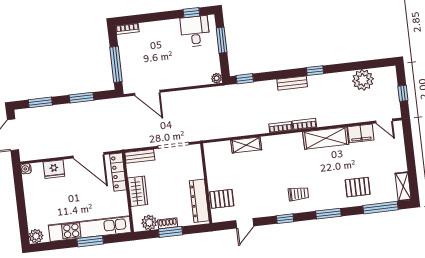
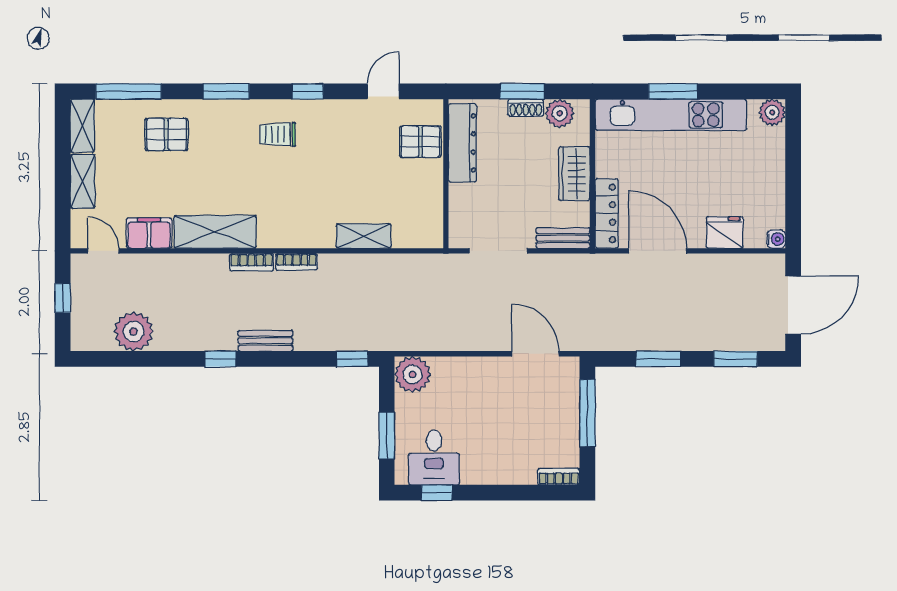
plant: (217, 78) -> (413, 374), width x1.87, depth x1.87
shelving: (399, 157) -> (83, 181), added

